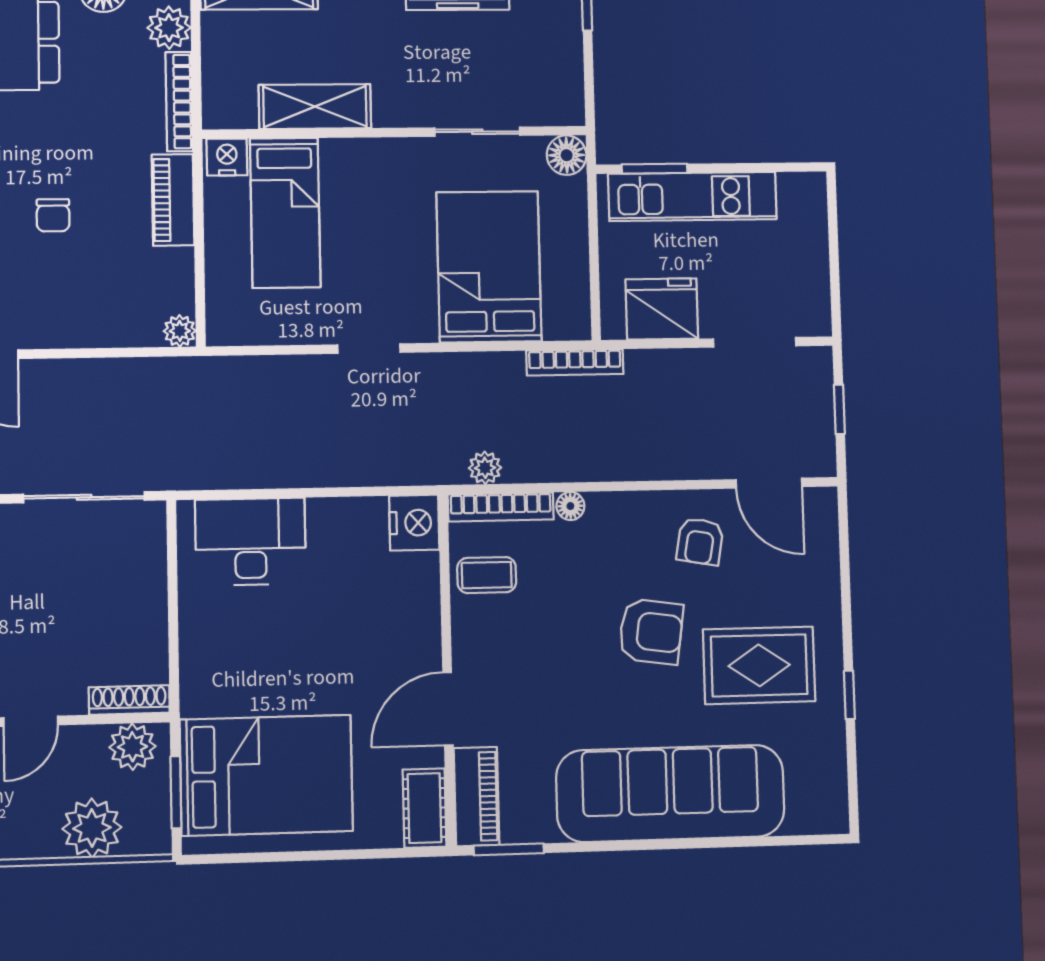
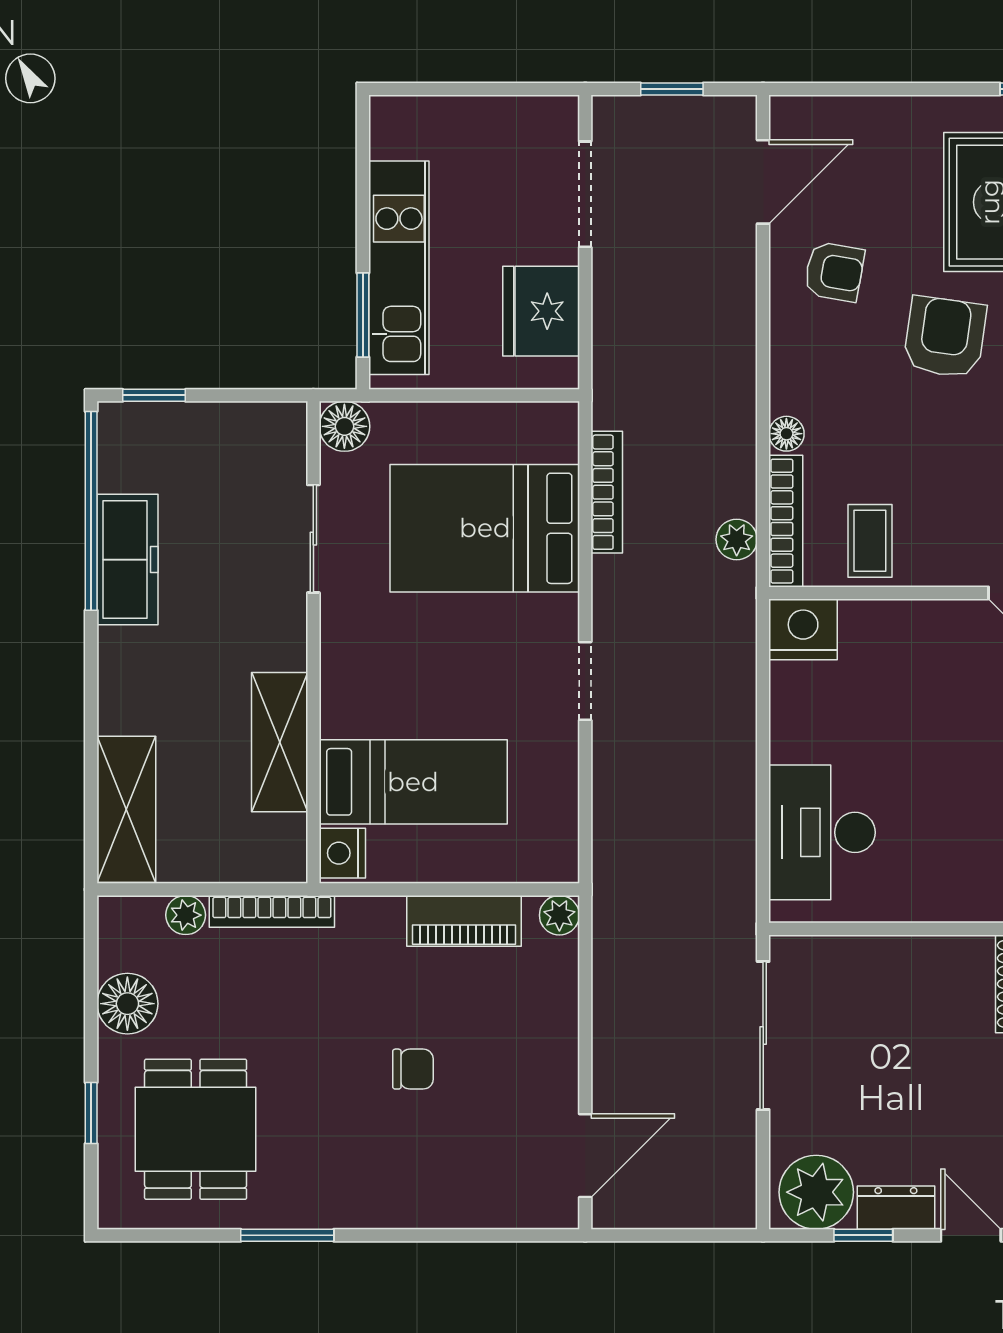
plant: (169, 28) -> (186, 915), width x0.73, depth x0.73
piano: (173, 200) -> (464, 921), moved
bookcase: (575, 362) -> (607, 492), moved

